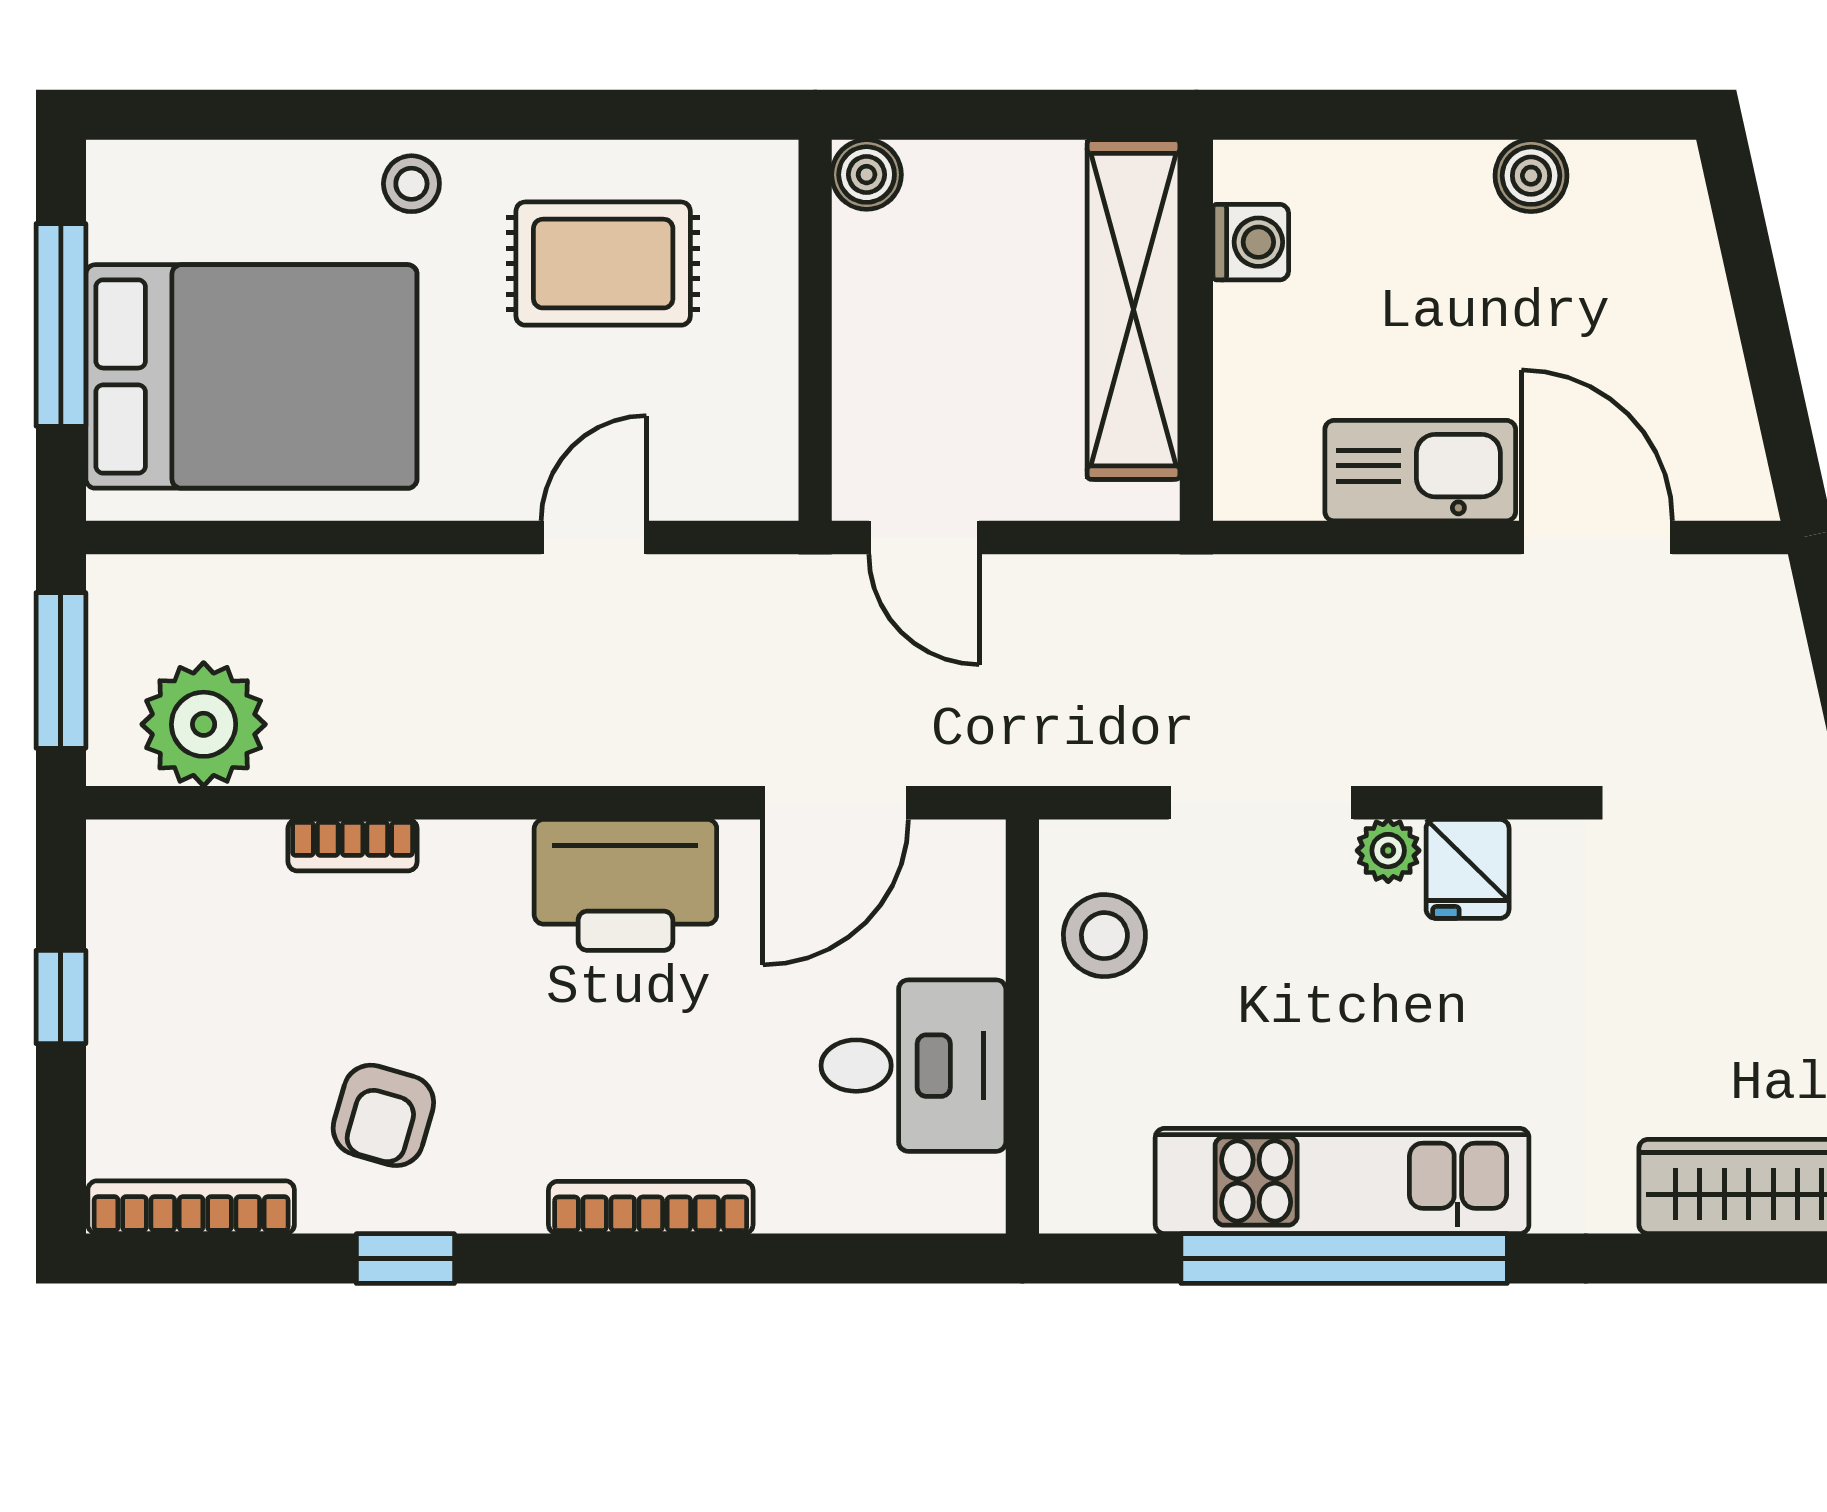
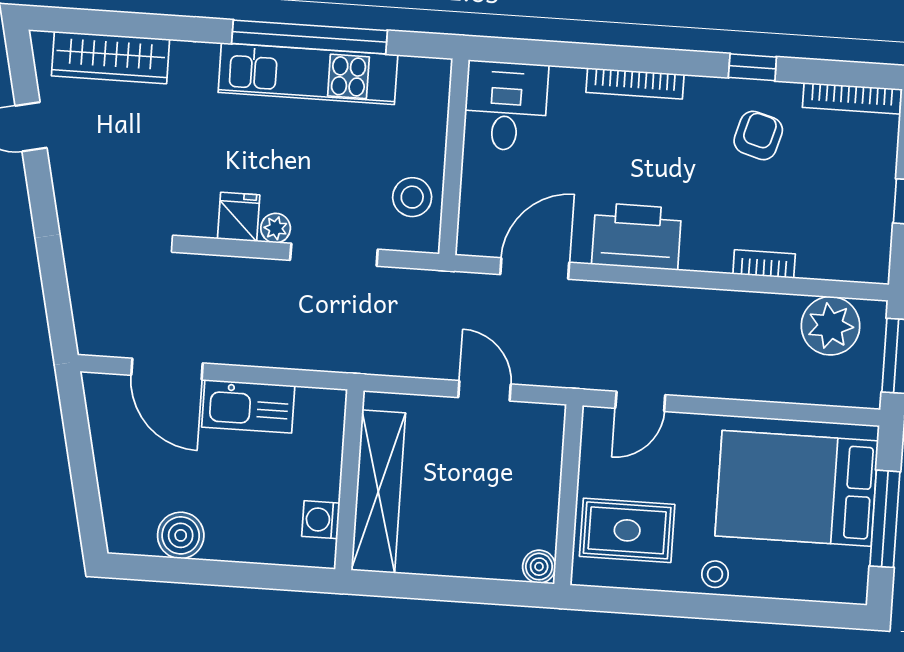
boiler: (867, 175) -> (539, 567), moved
boiler: (1531, 176) -> (181, 535), width x1.36, depth x1.36
wall: (815, 330) -> (568, 495), moved
desk: (913, 1066) -> (506, 106), moved, turned 90

